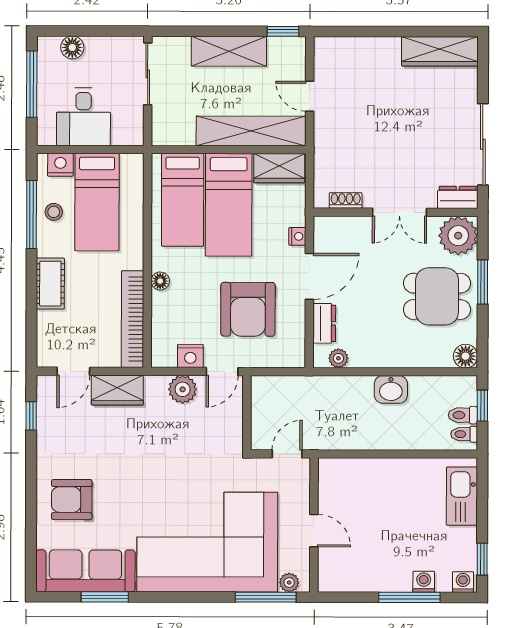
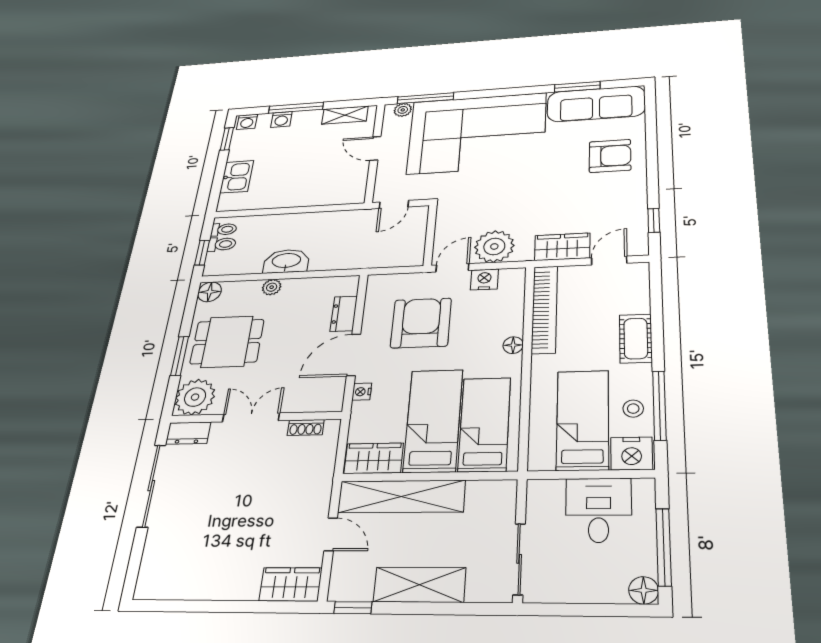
floor lamp: (72, 47) -> (644, 590), moved
wardrobe: (440, 51) -> (291, 584), moved, width x0.67
nightstand: (60, 165) -> (632, 454), width x1.36, depth x1.33
plant: (338, 358) -> (272, 287), moved
plant: (183, 389) -> (494, 246), width x1.36, depth x1.36
washbasin: (391, 389) -> (286, 261), width x1.38
kitchen sink: (462, 496) -> (237, 177), width x0.73
shelving: (352, 581) -> (345, 115), added

